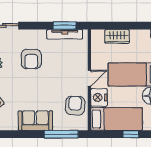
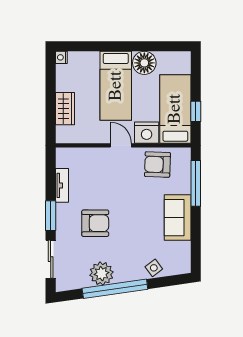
window: (65, 26) -> (51, 216), moved
tv unit: (65, 34) -> (62, 185), width x0.71
window: (131, 134) -> (196, 111), moved

